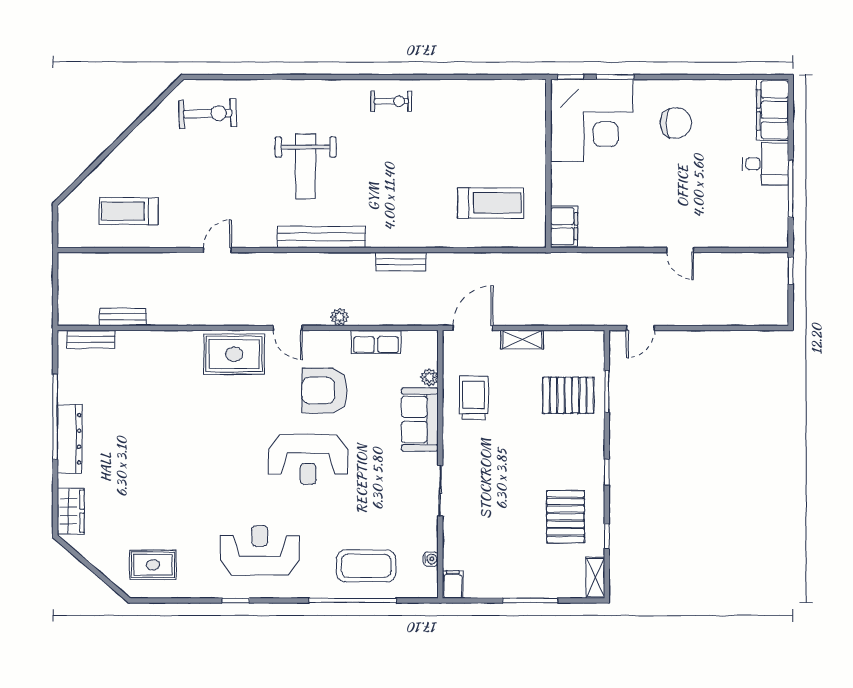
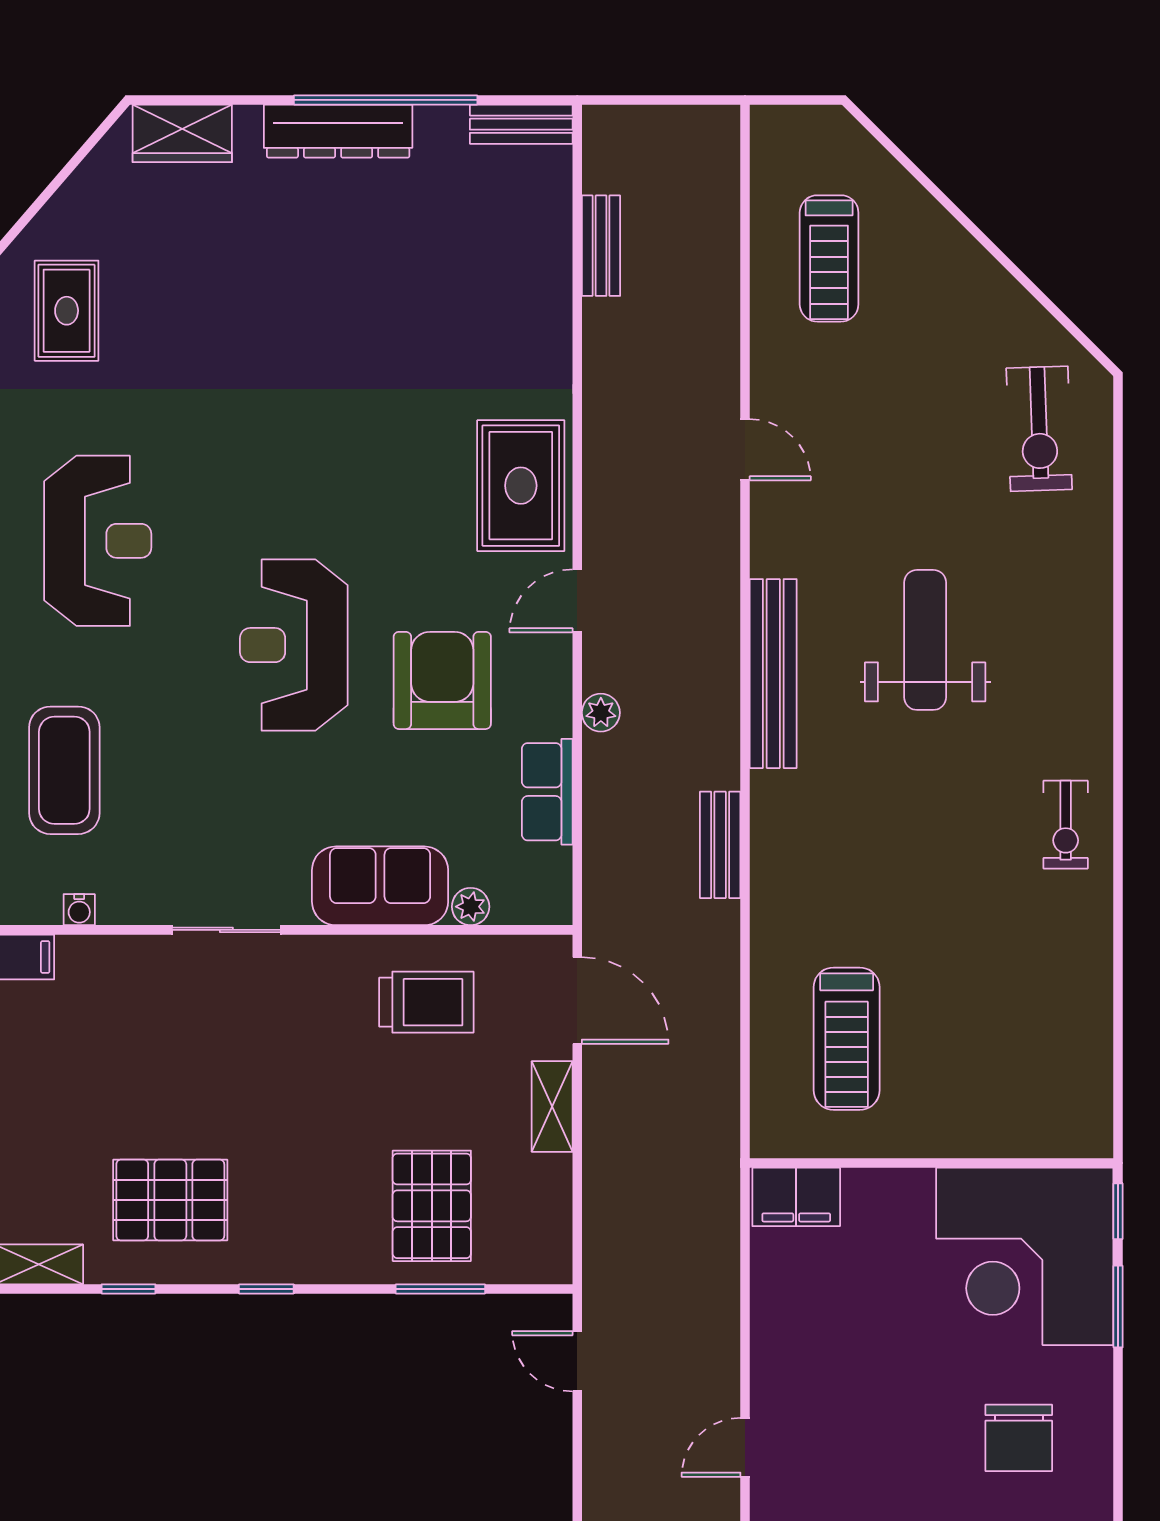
weight bench: (306, 167) -> (925, 640), turned 90
treadmill: (129, 211) -> (829, 258), turned 180
bench: (91, 339) -> (521, 124), moved, turned 90

